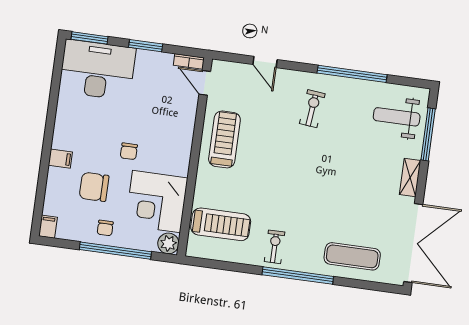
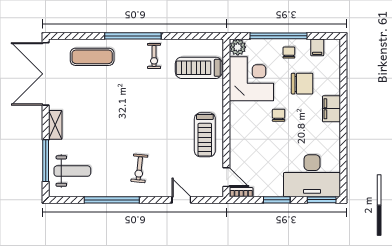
filing cabinet: (60, 159) -> (331, 109), width x2.00
filing cabinet: (48, 227) -> (317, 47), moved

